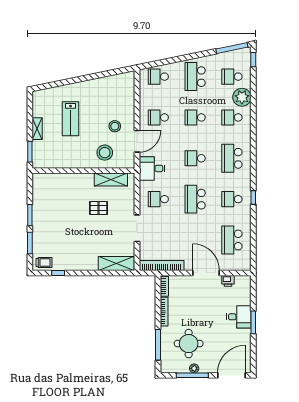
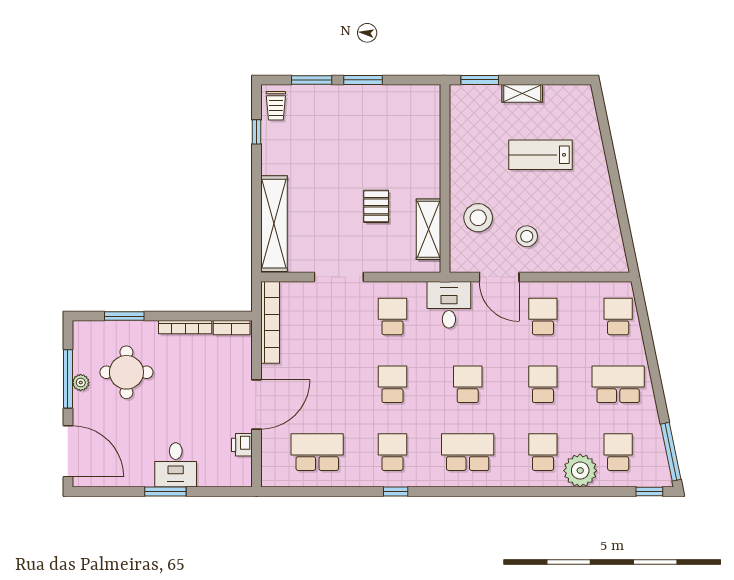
school desk: (195, 199) -> (392, 384), width x0.54
shelving: (116, 263) -> (274, 224), width x1.47
window: (158, 345) -> (124, 316), width x0.69

